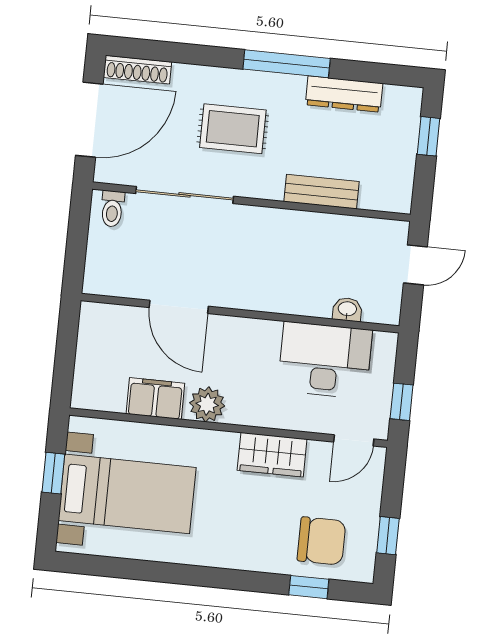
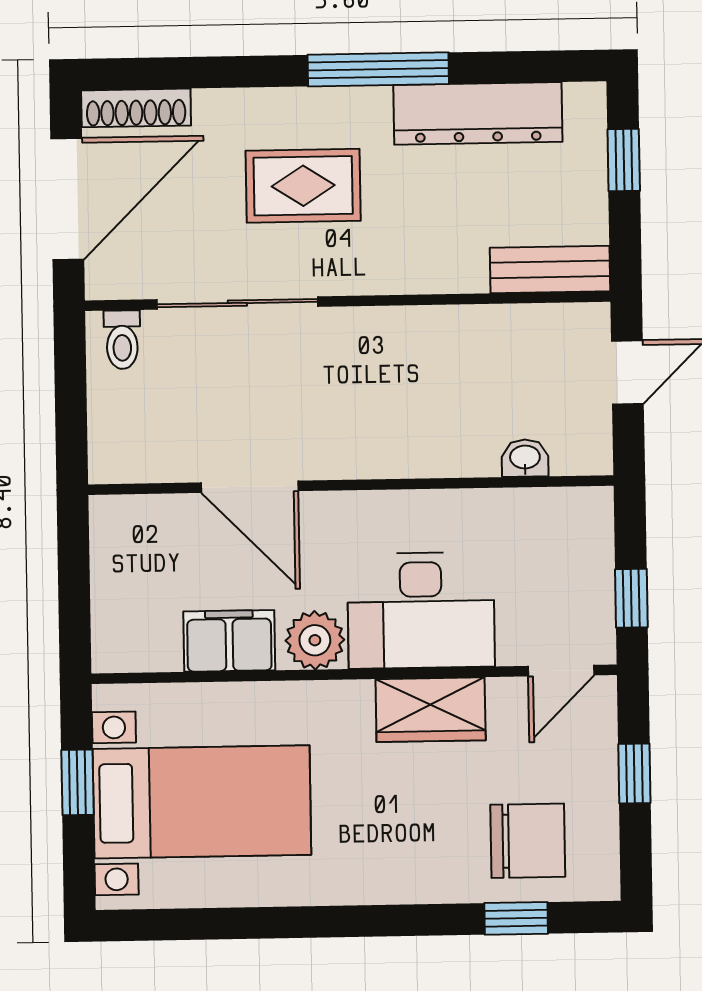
dresser: (344, 94) -> (478, 113), width x1.37, depth x1.24
bench: (321, 192) -> (550, 270), moved
desk: (325, 360) -> (421, 610), moved, turned 180
window: (388, 536) -> (634, 773), moved

